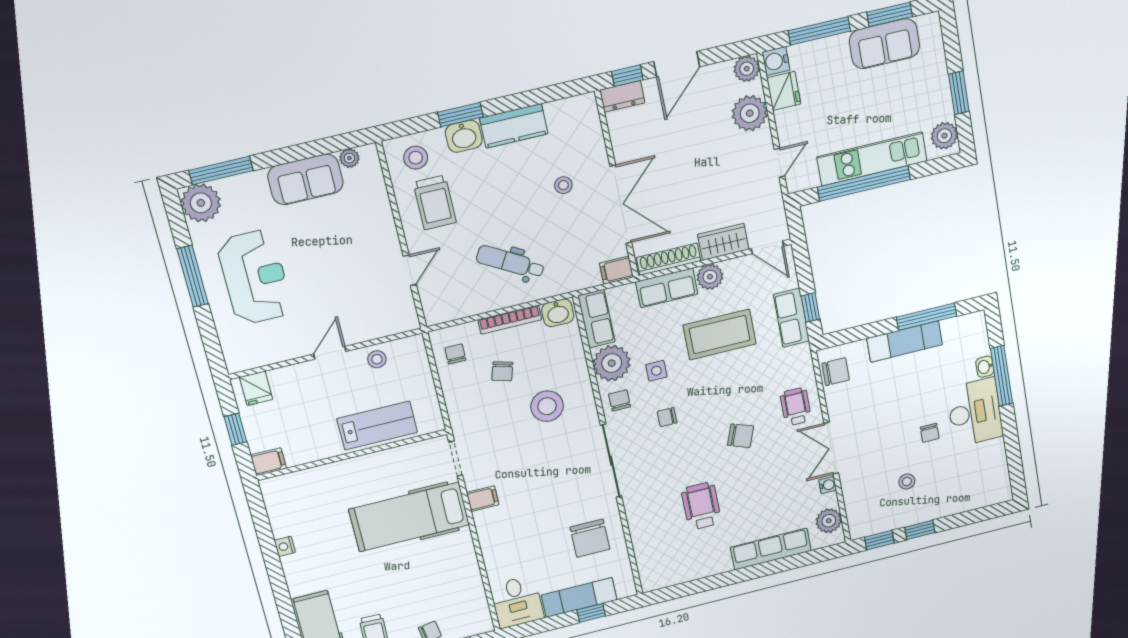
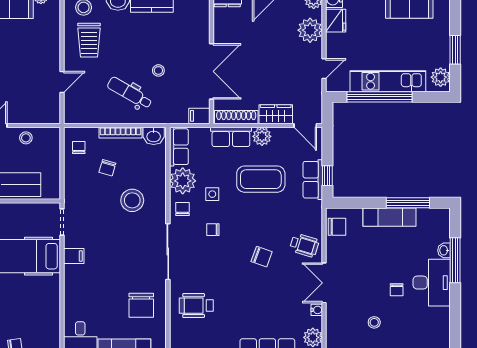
stool: (563, 185) -> (158, 70), moved
wheelchair: (796, 407) -> (304, 245), turned 107
wheelchair: (701, 506) -> (196, 306), moved, turned -90

